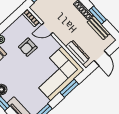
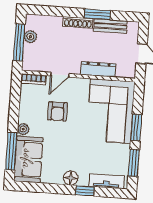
dresser: (78, 52) -> (98, 69), moved
window: (69, 88) -> (136, 128), moved

